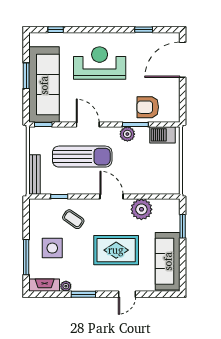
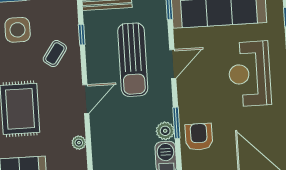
reception desk: (100, 63) -> (250, 74), turned 180
plant: (127, 134) -> (165, 131), moved
plant: (141, 209) -> (79, 143), width x0.53, depth x0.53

